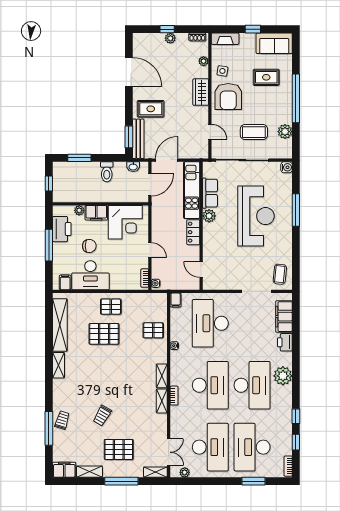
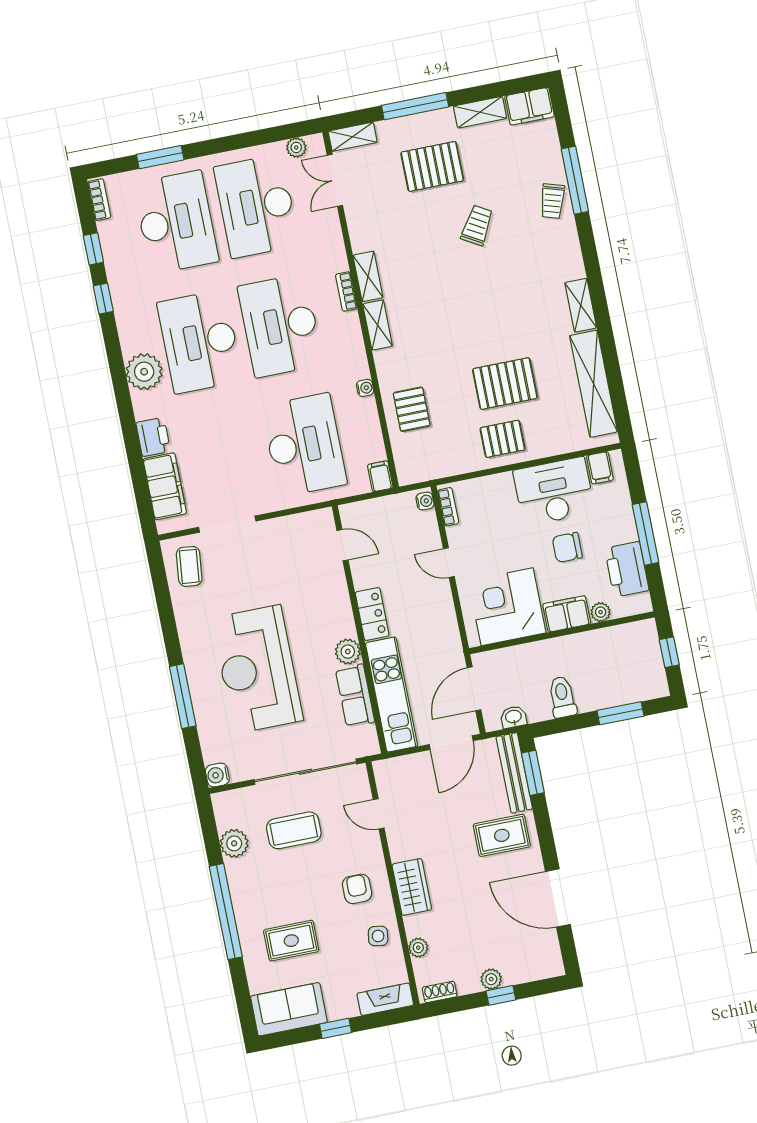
armchair: (228, 97) -> (357, 889), width x0.53, depth x0.53
pallet: (153, 330) -> (412, 409), turned 90

